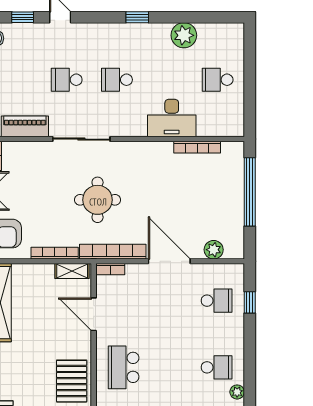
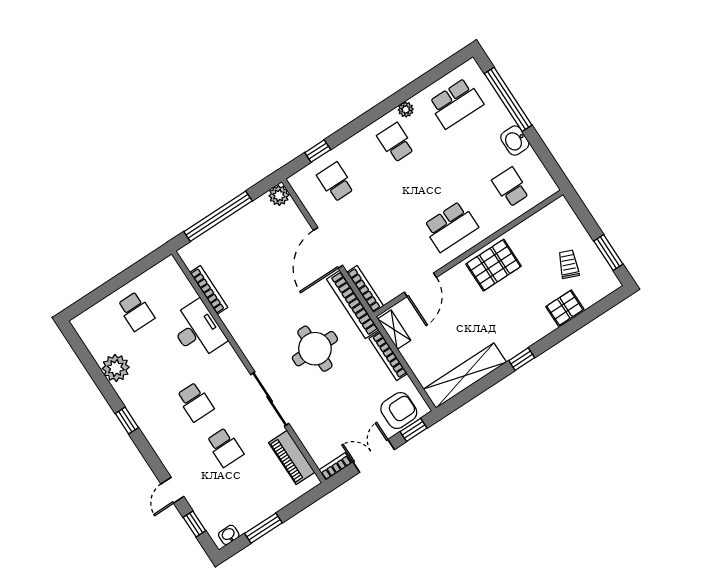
plant: (214, 250) -> (279, 195), moved
bookcase: (110, 269) -> (365, 289), width x1.56

